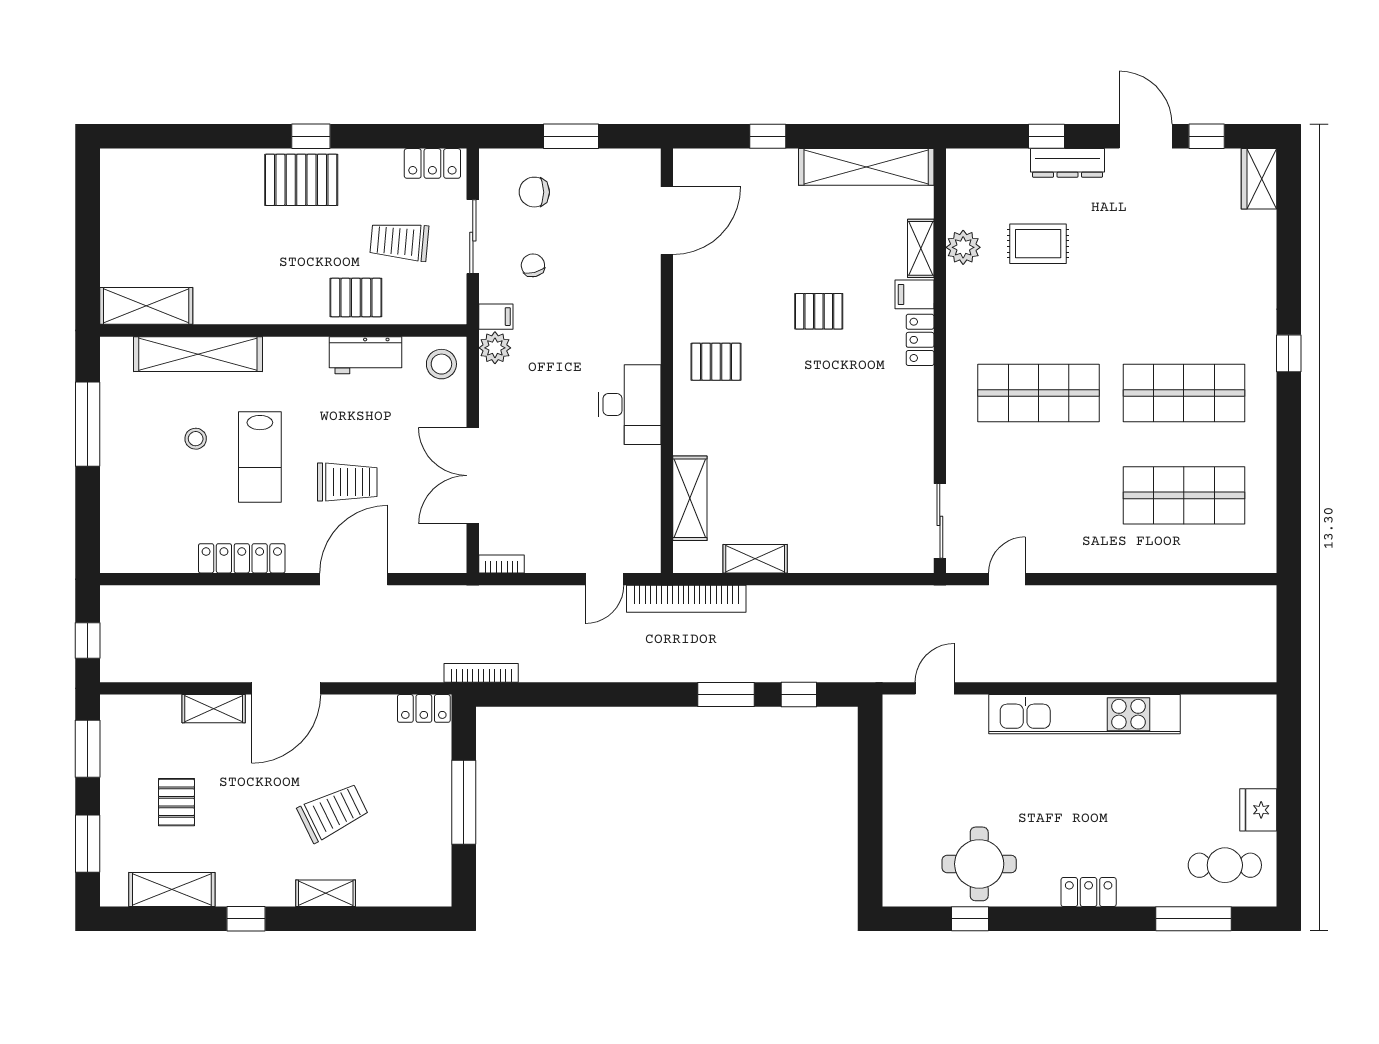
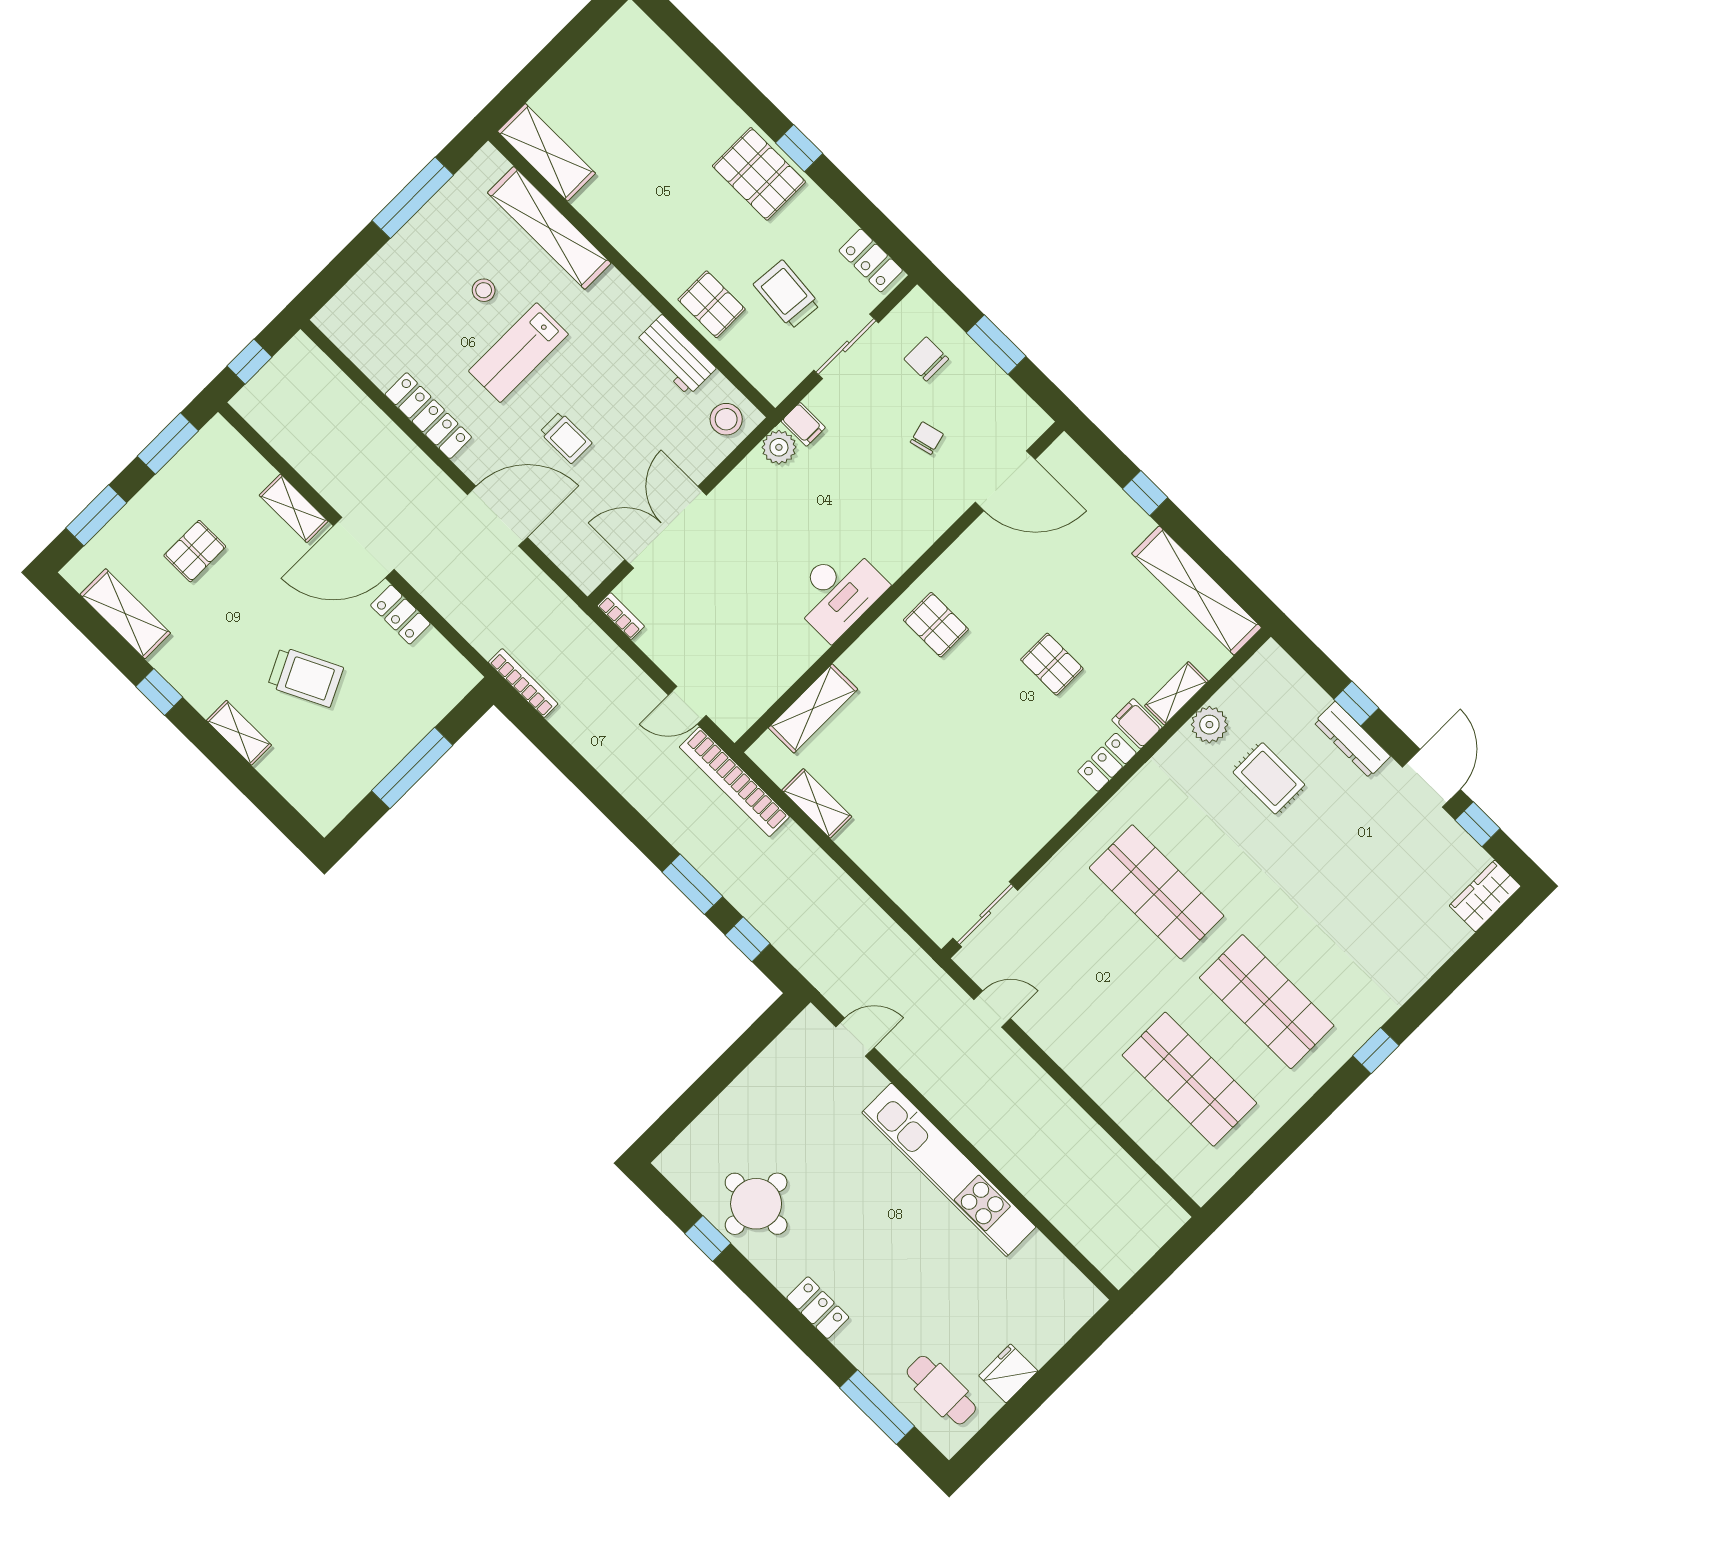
chair: (533, 265) -> (927, 438), moved
trolley: (347, 482) -> (566, 438), width x0.73, depth x0.72
locker: (424, 708) -> (400, 614), moved

